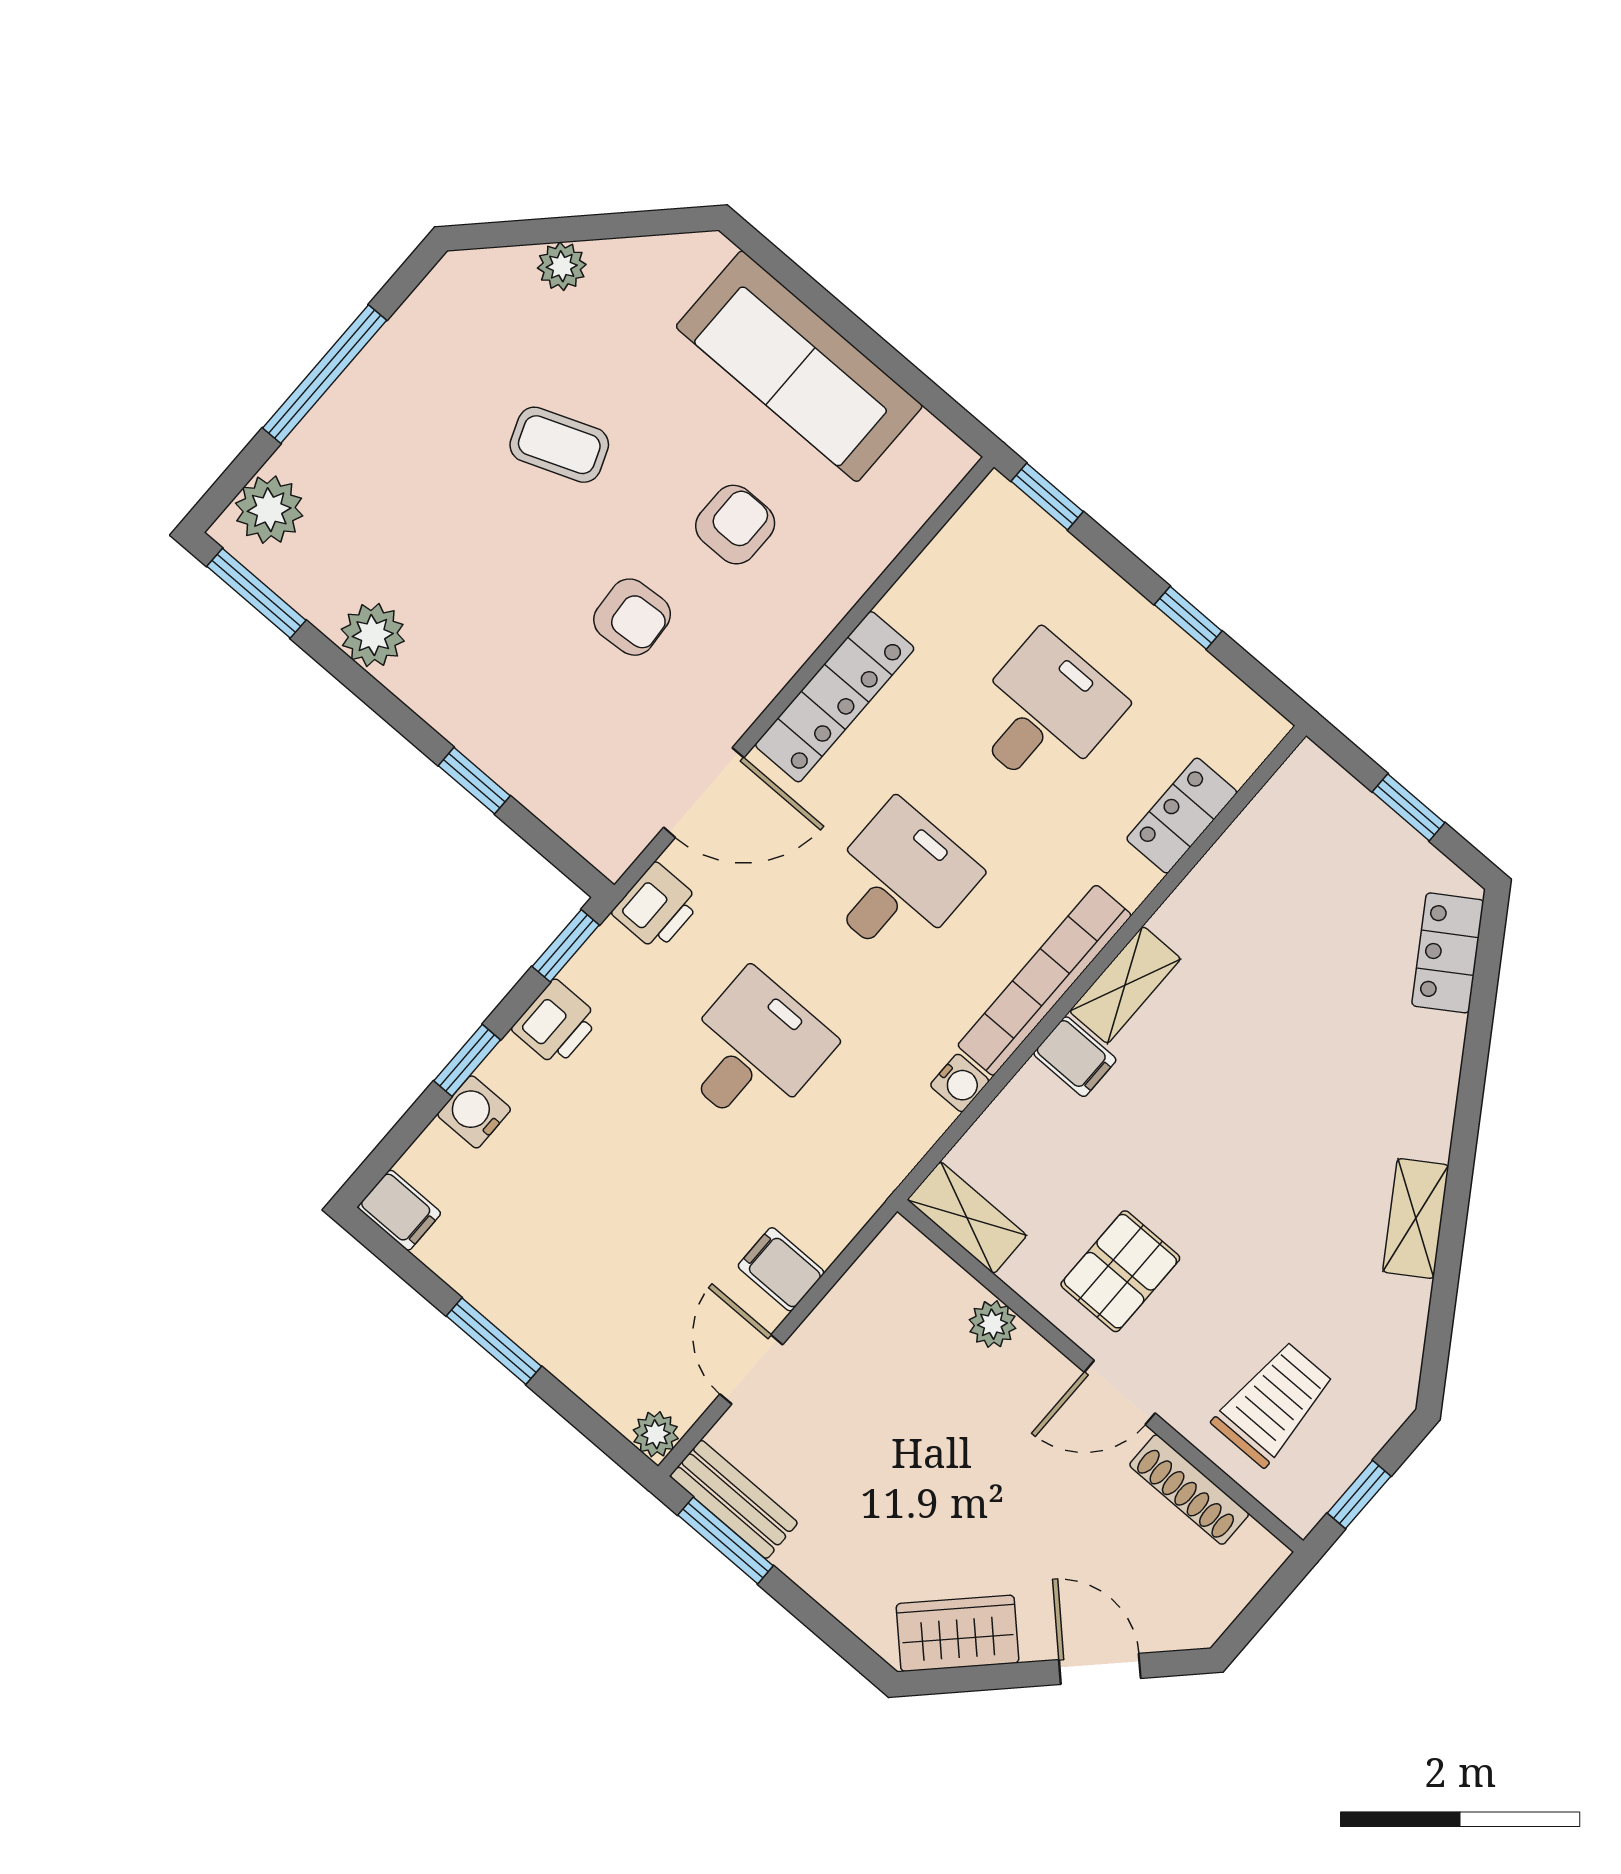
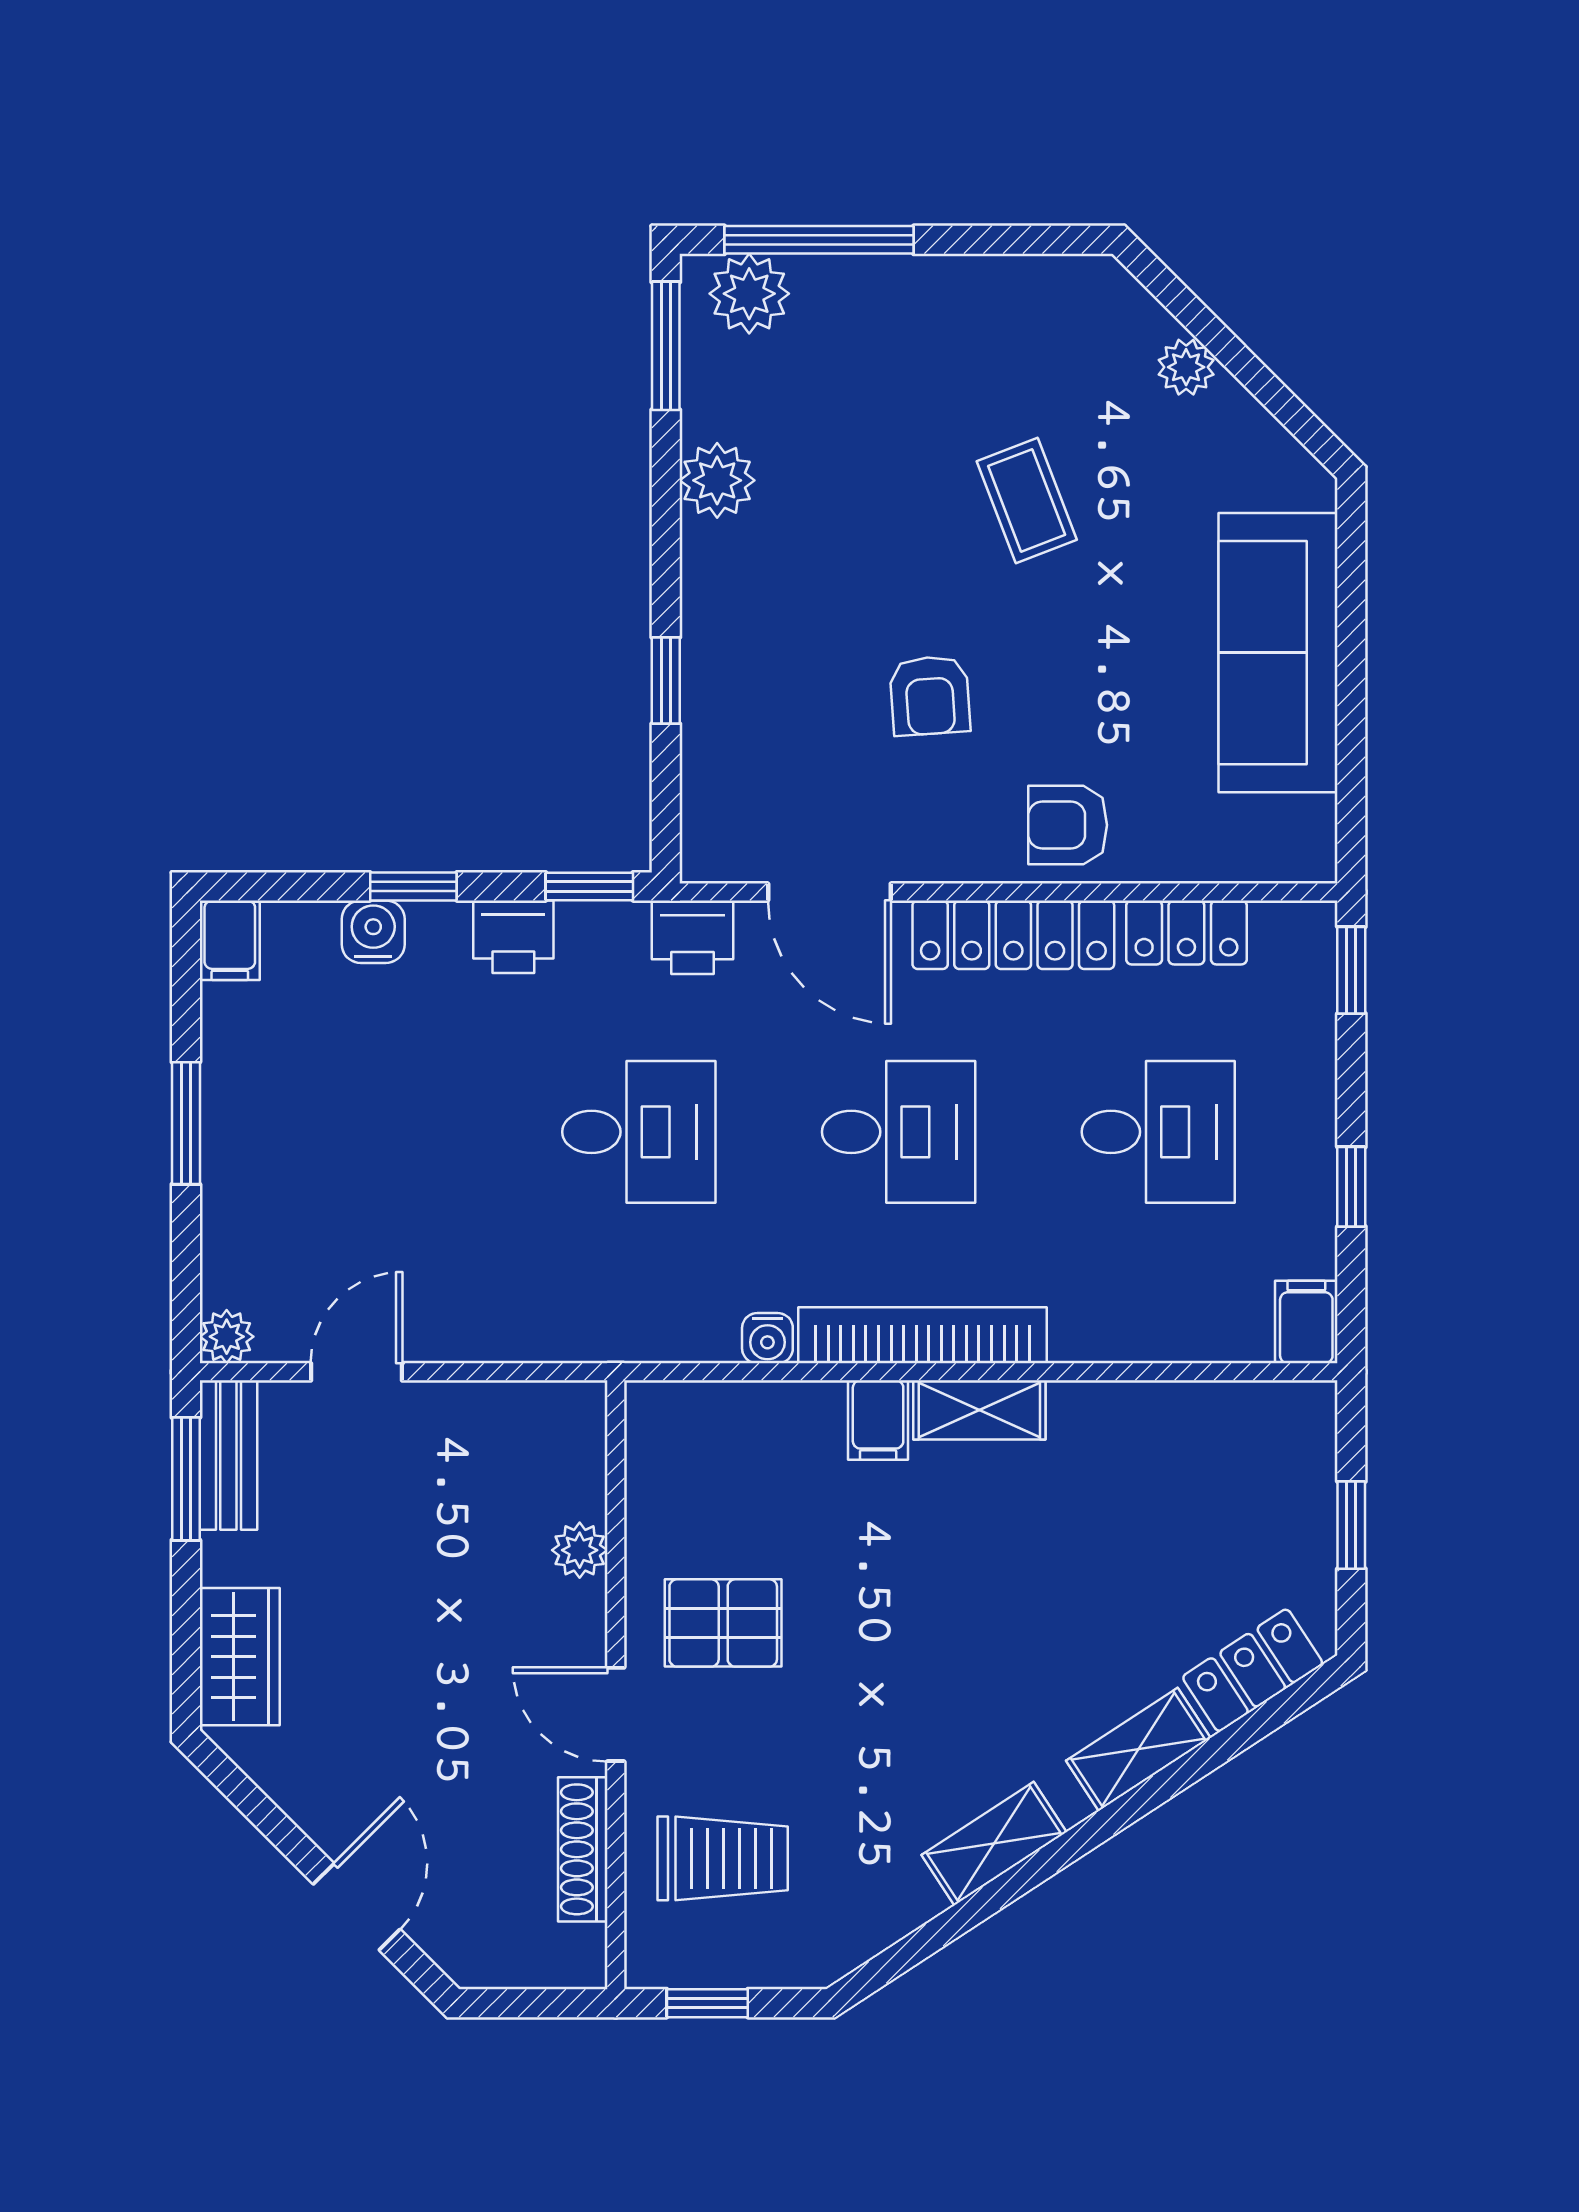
window: (325, 374) -> (819, 240), moved
armchair: (735, 525) -> (1068, 825), moved, turned 180
locker: (1182, 816) -> (1186, 932), moved, turned 180
shelving: (967, 1218) -> (1138, 1749), moved, turned 57
filing cabinet: (781, 1269) -> (1306, 1322), moved
wardrobe: (958, 1633) -> (240, 1657), moved, turned 45

